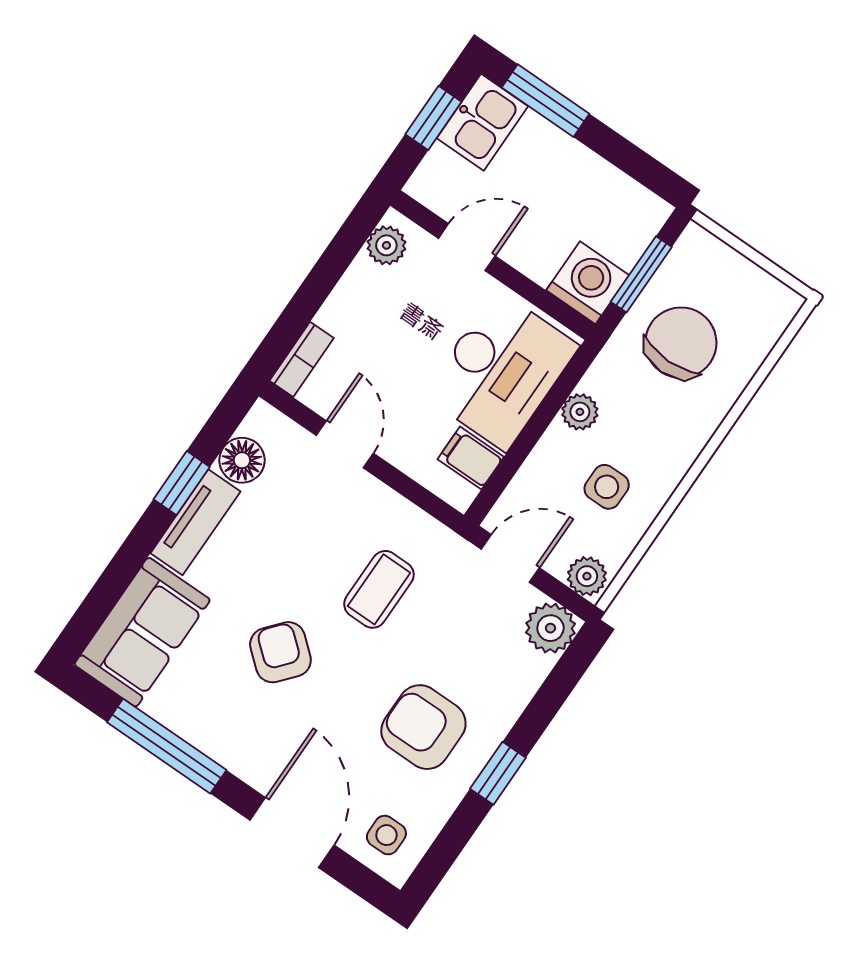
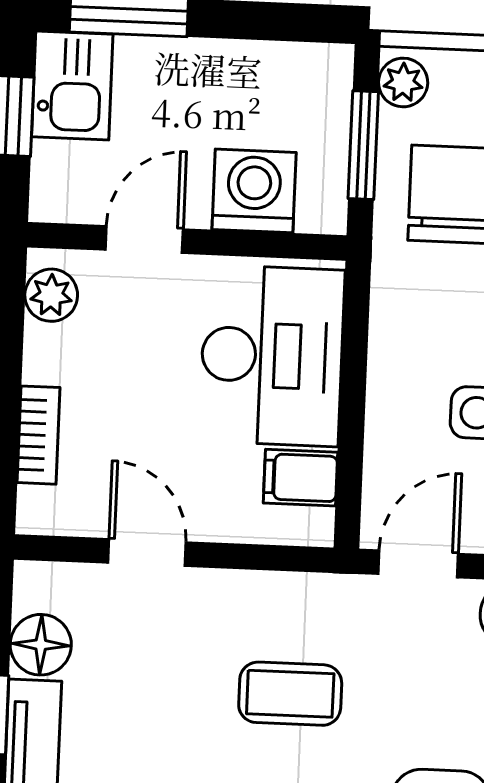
washing machine: (588, 283) -> (254, 191), moved
bookcase: (302, 359) -> (38, 435), moved
plant: (580, 412) -> (403, 82), moved
coffee table: (379, 589) -> (290, 694), turned 90

